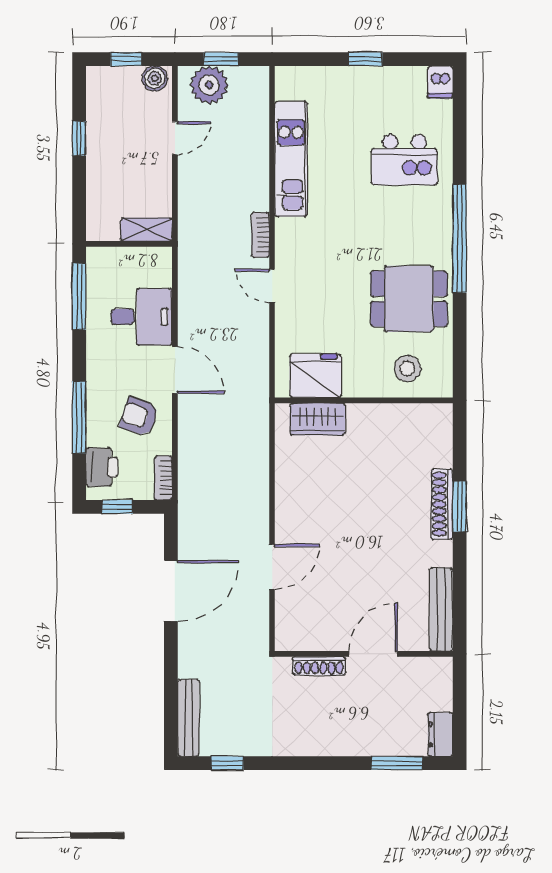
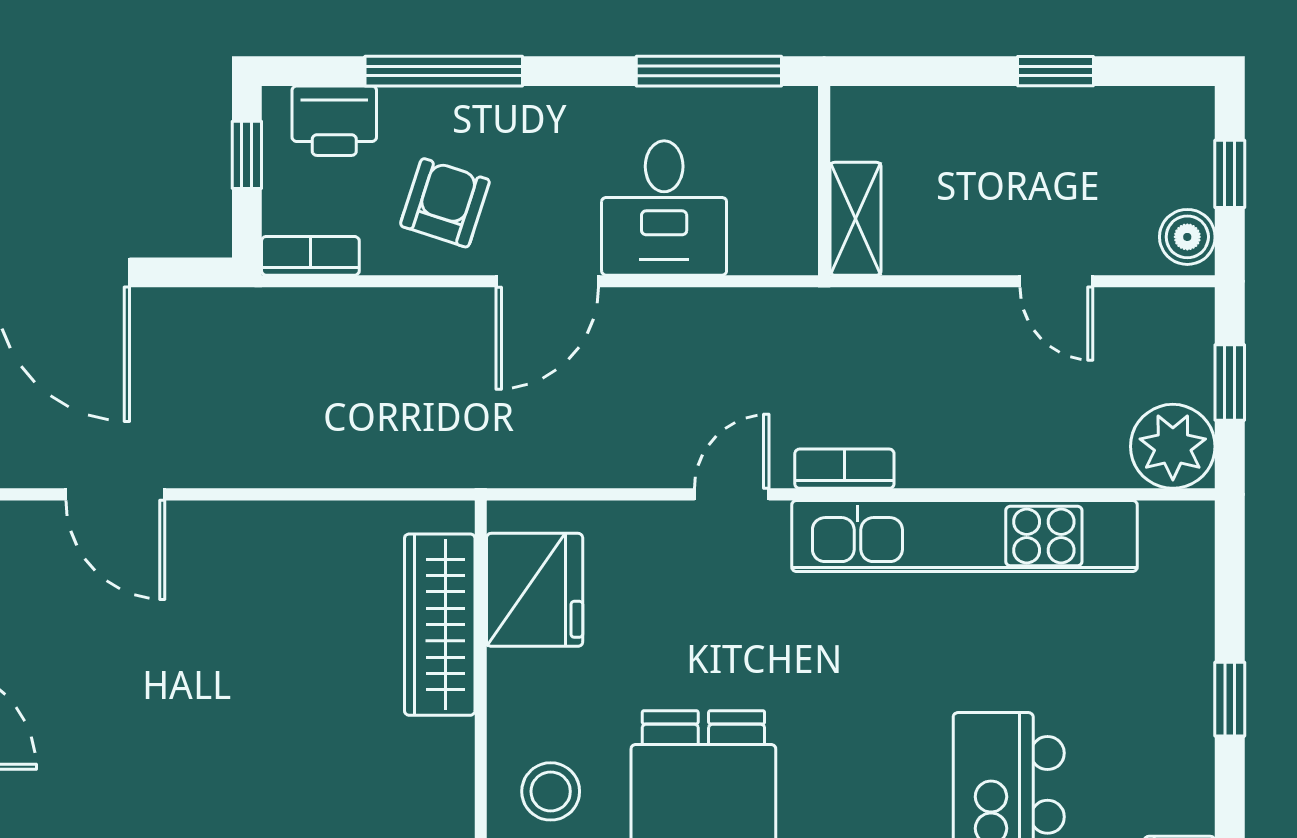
plant: (209, 85) -> (1173, 446), moved
kitchen unit: (291, 159) -> (964, 536), width x1.36
wardrobe: (318, 419) -> (440, 625), width x1.50

